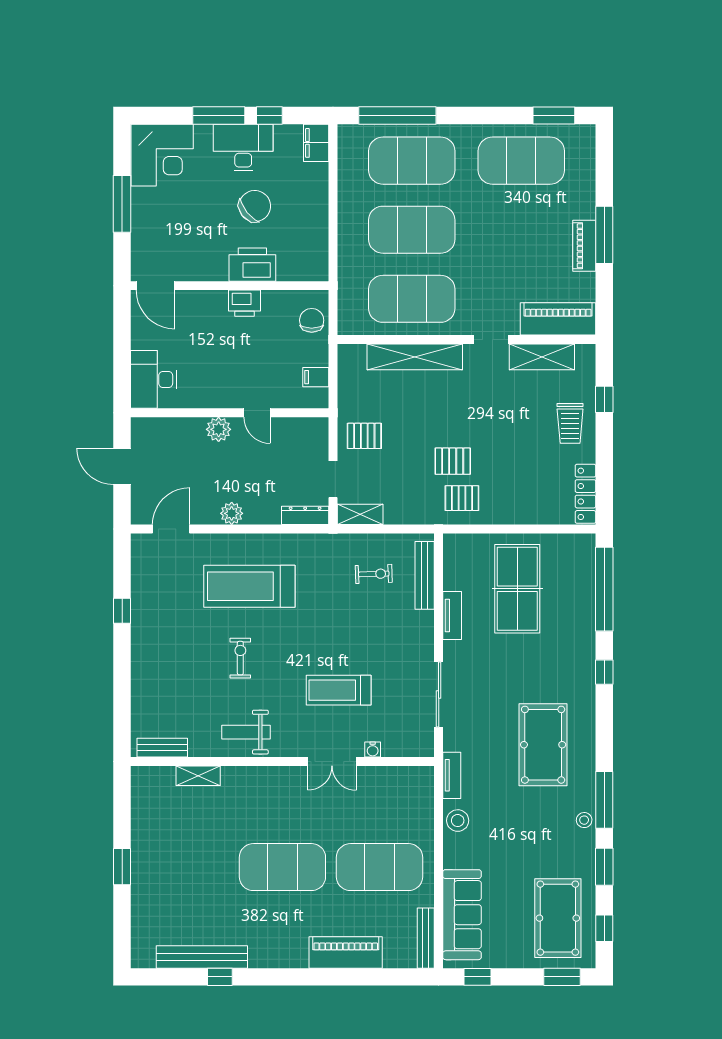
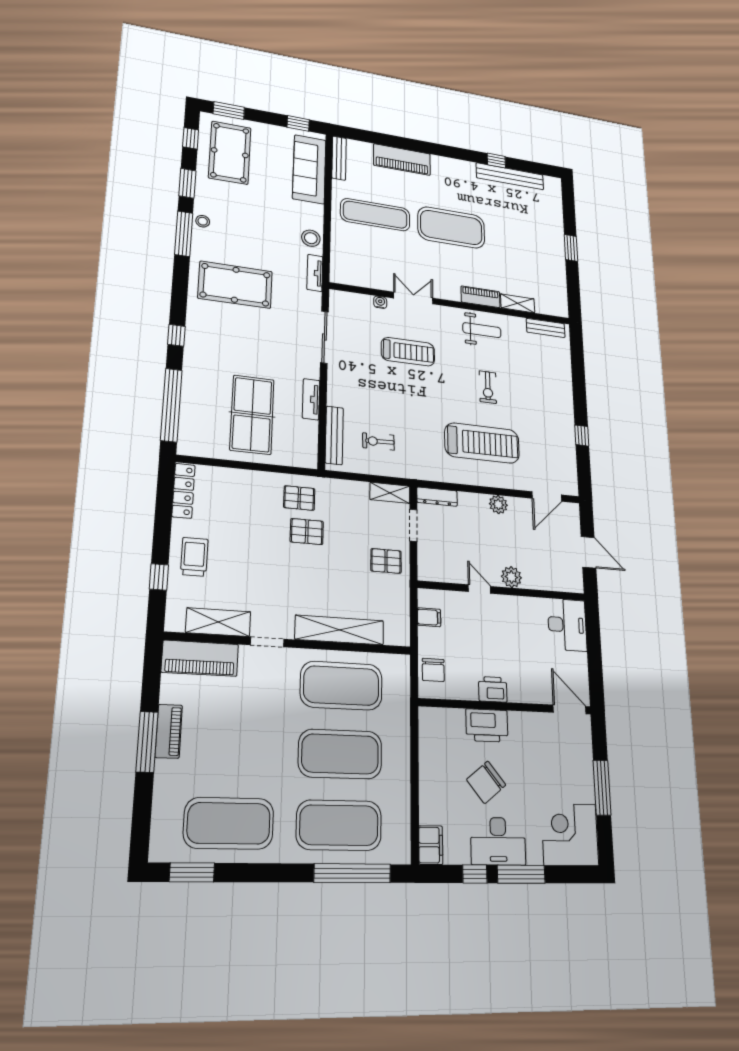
pool table: (543, 745) -> (235, 285), turned 90
piano: (247, 777) -> (480, 297), added
exercise mat: (379, 867) -> (375, 215), width x0.68

